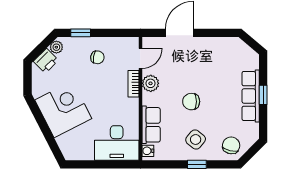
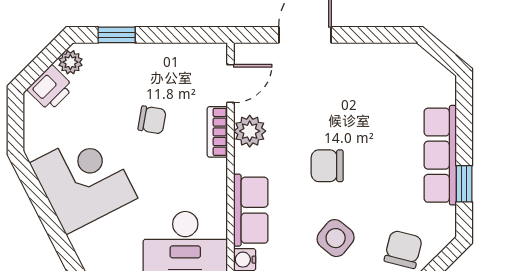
chair: (97, 57) -> (152, 120), moved
window: (263, 95) -> (464, 184), moved

